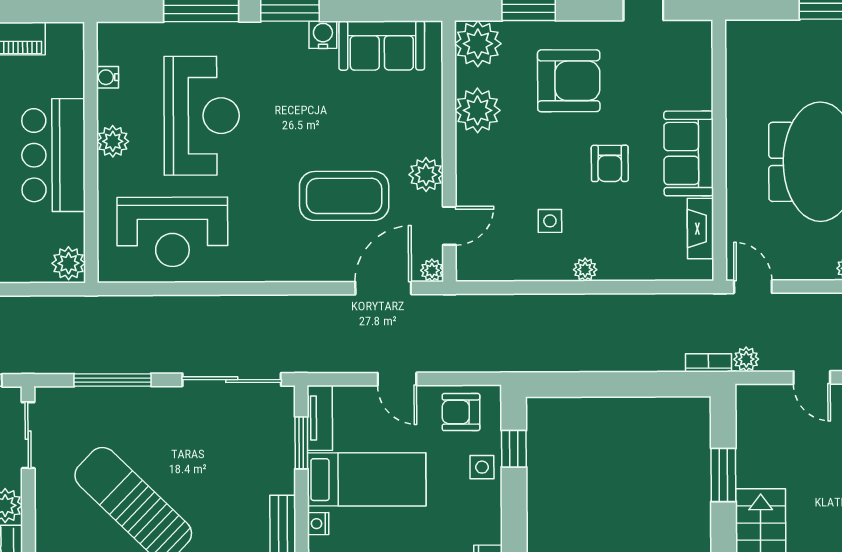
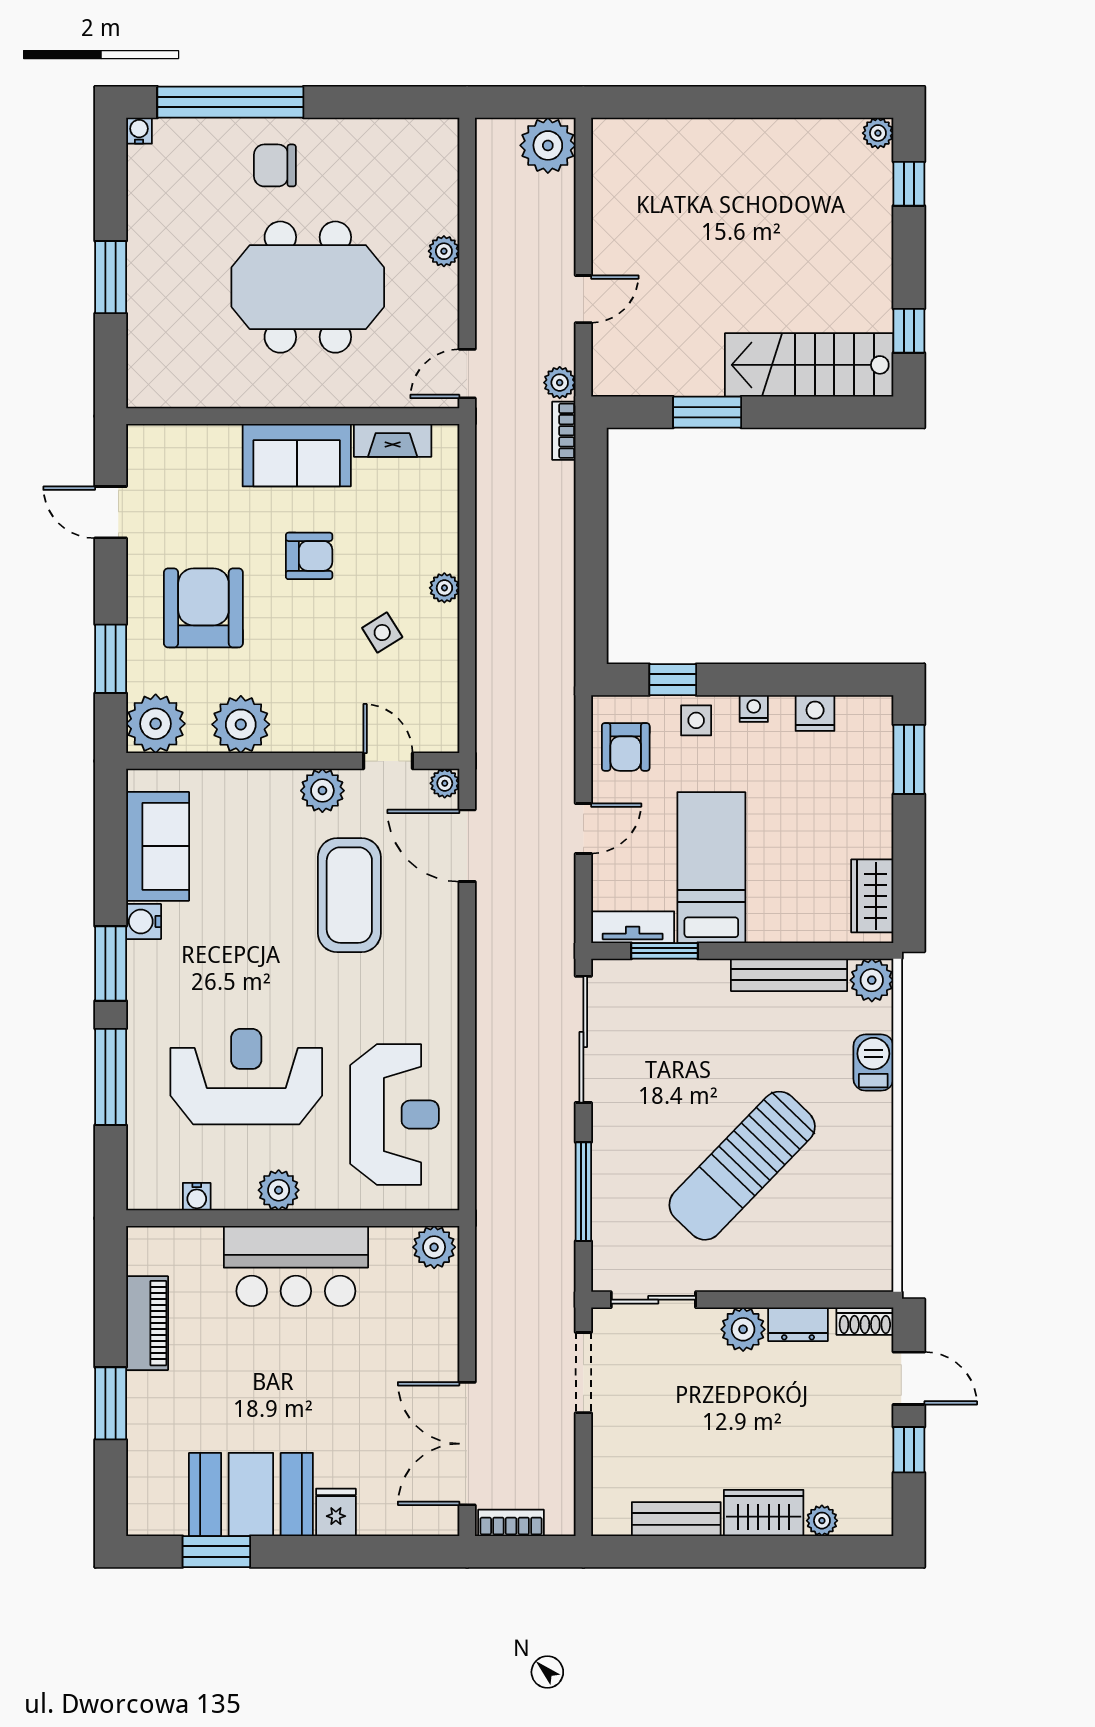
side table: (550, 221) -> (382, 633), turned -32
nightstand: (318, 524) -> (754, 709), moved, turned 180

